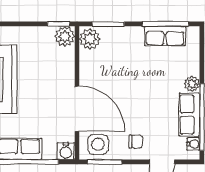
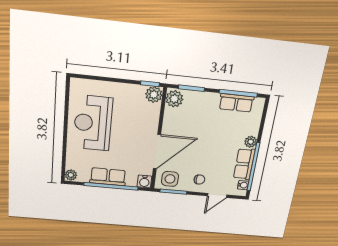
door: (77, 109) -> (157, 152), hinge flipped

